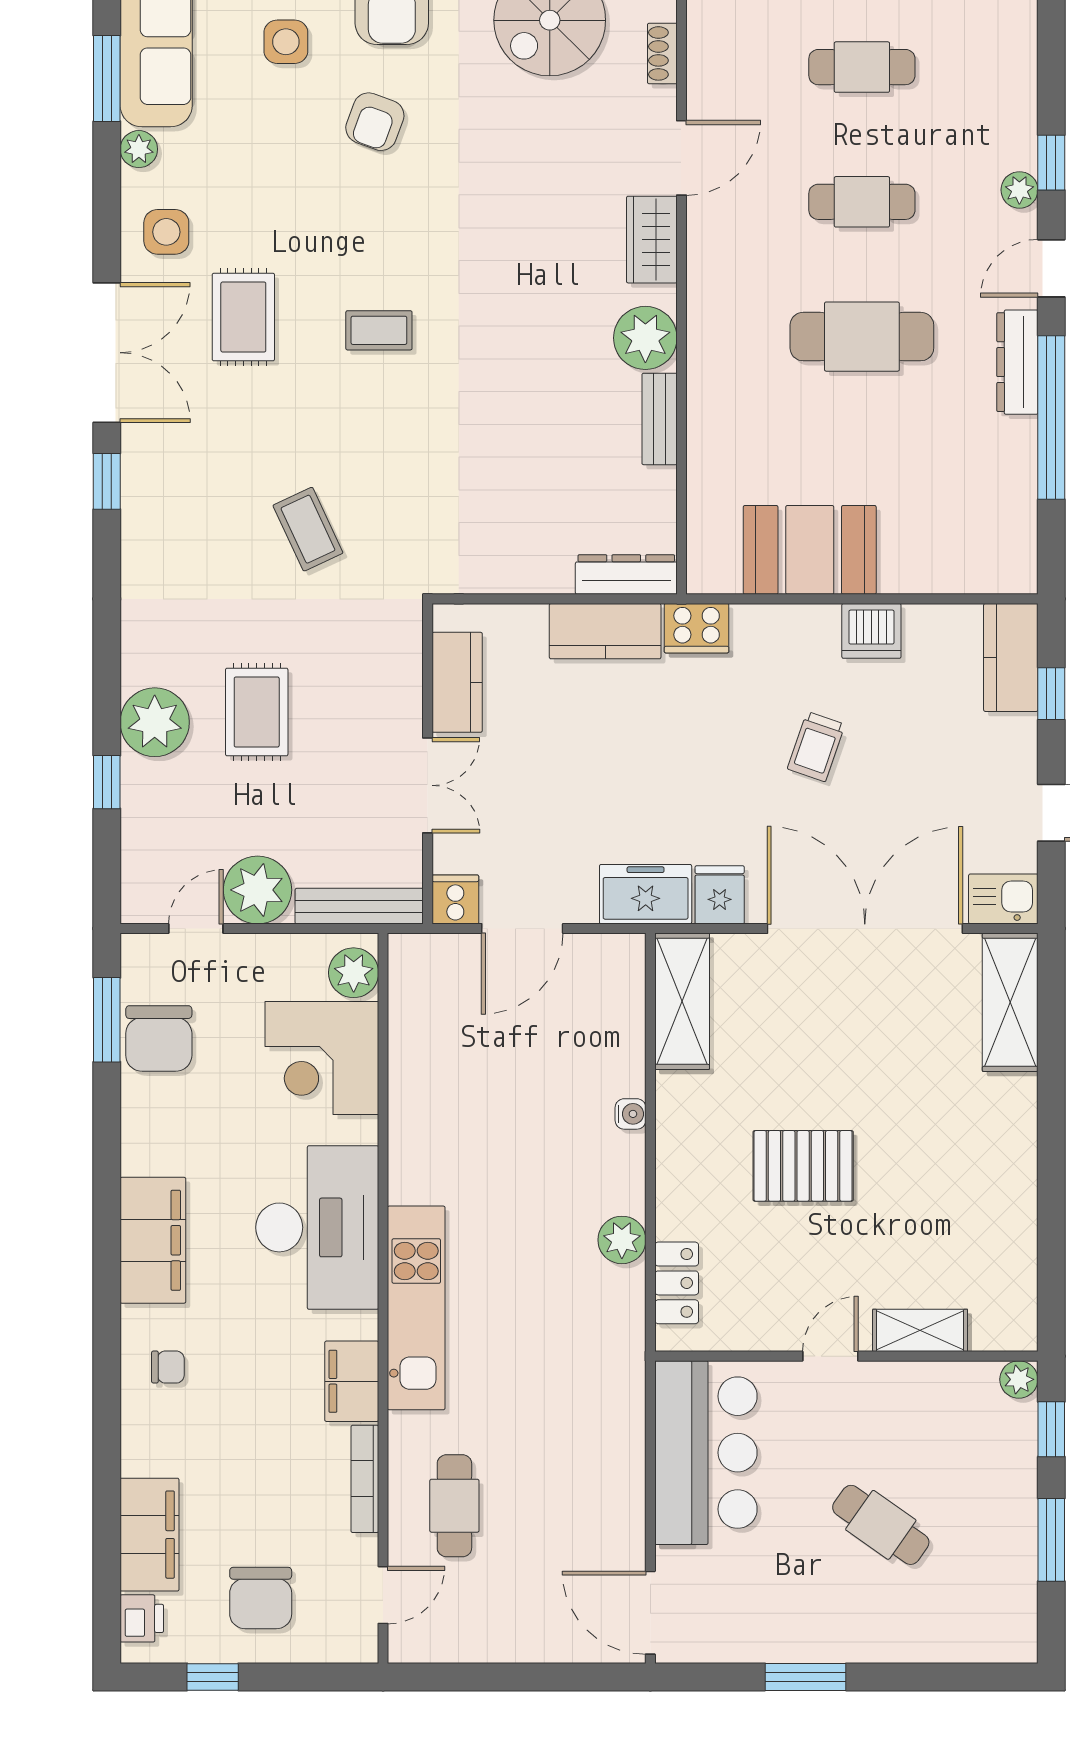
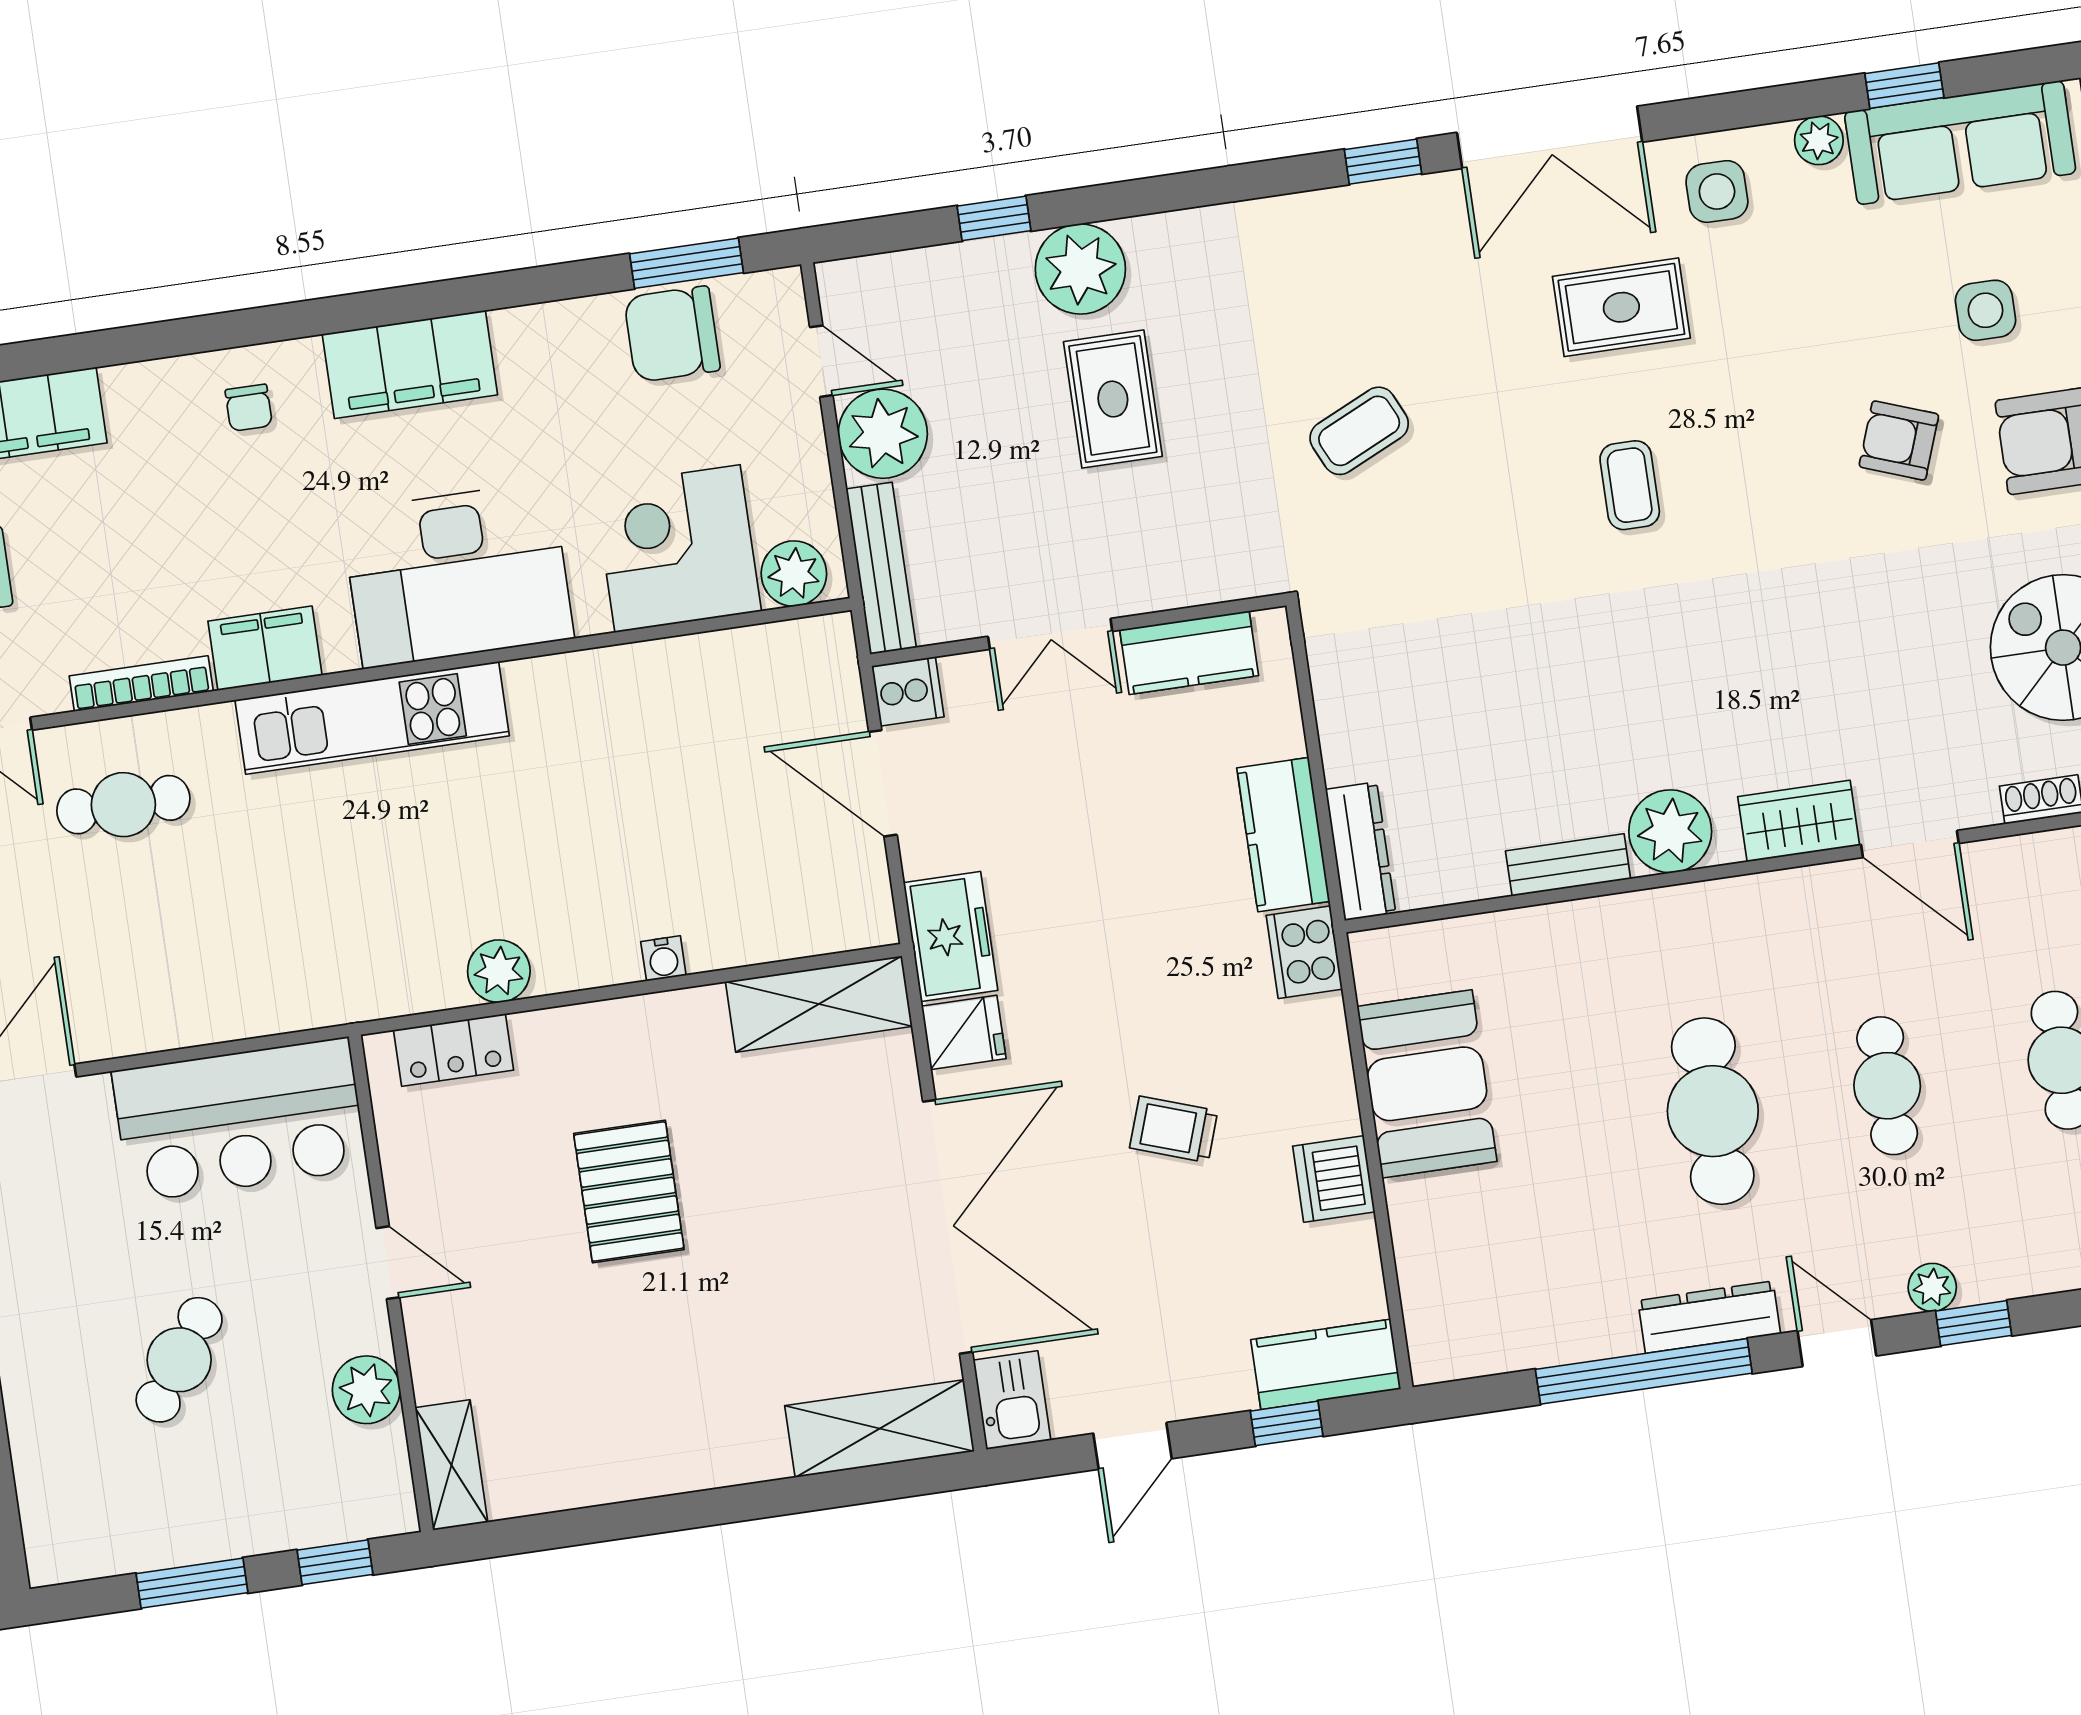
window: (107, 78) -> (1904, 86), width x0.67
rug: (257, 712) -> (1113, 399), turned 90
shelving: (920, 1330) -> (451, 1465), moved
plant: (1019, 1379) -> (366, 1390), moved, width x1.38, depth x1.38

